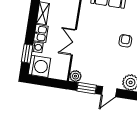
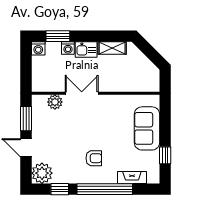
washing machine: (39, 66) -> (38, 48), width x0.53, depth x0.53
plant: (75, 76) -> (55, 102), moved

